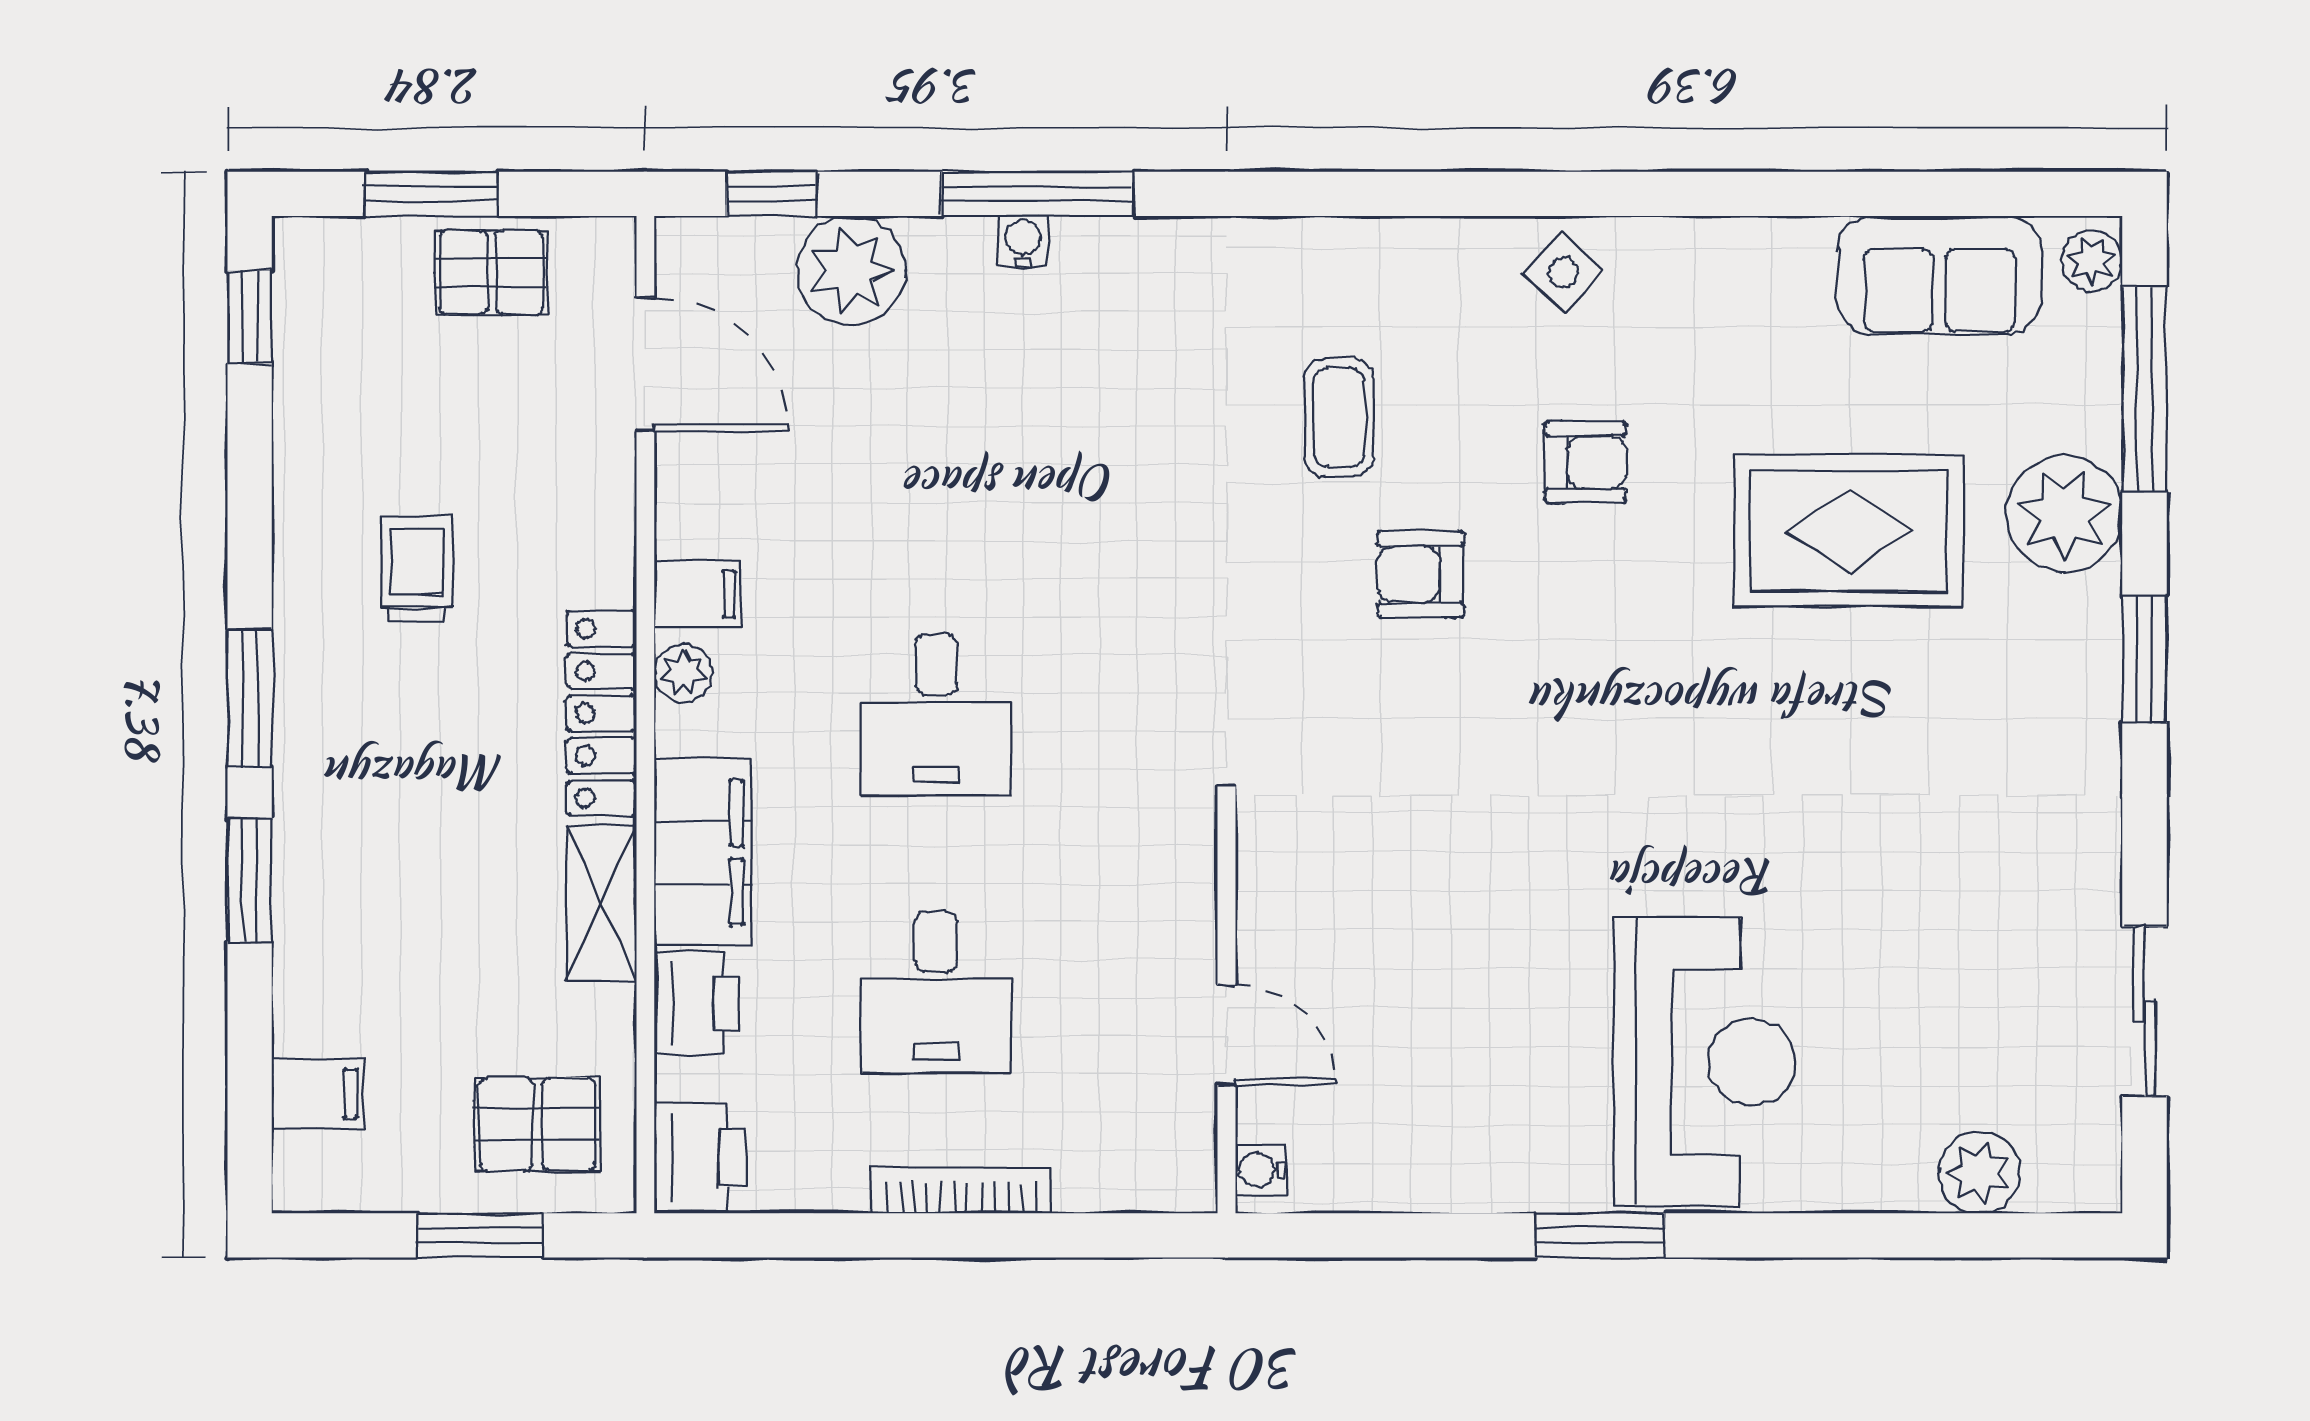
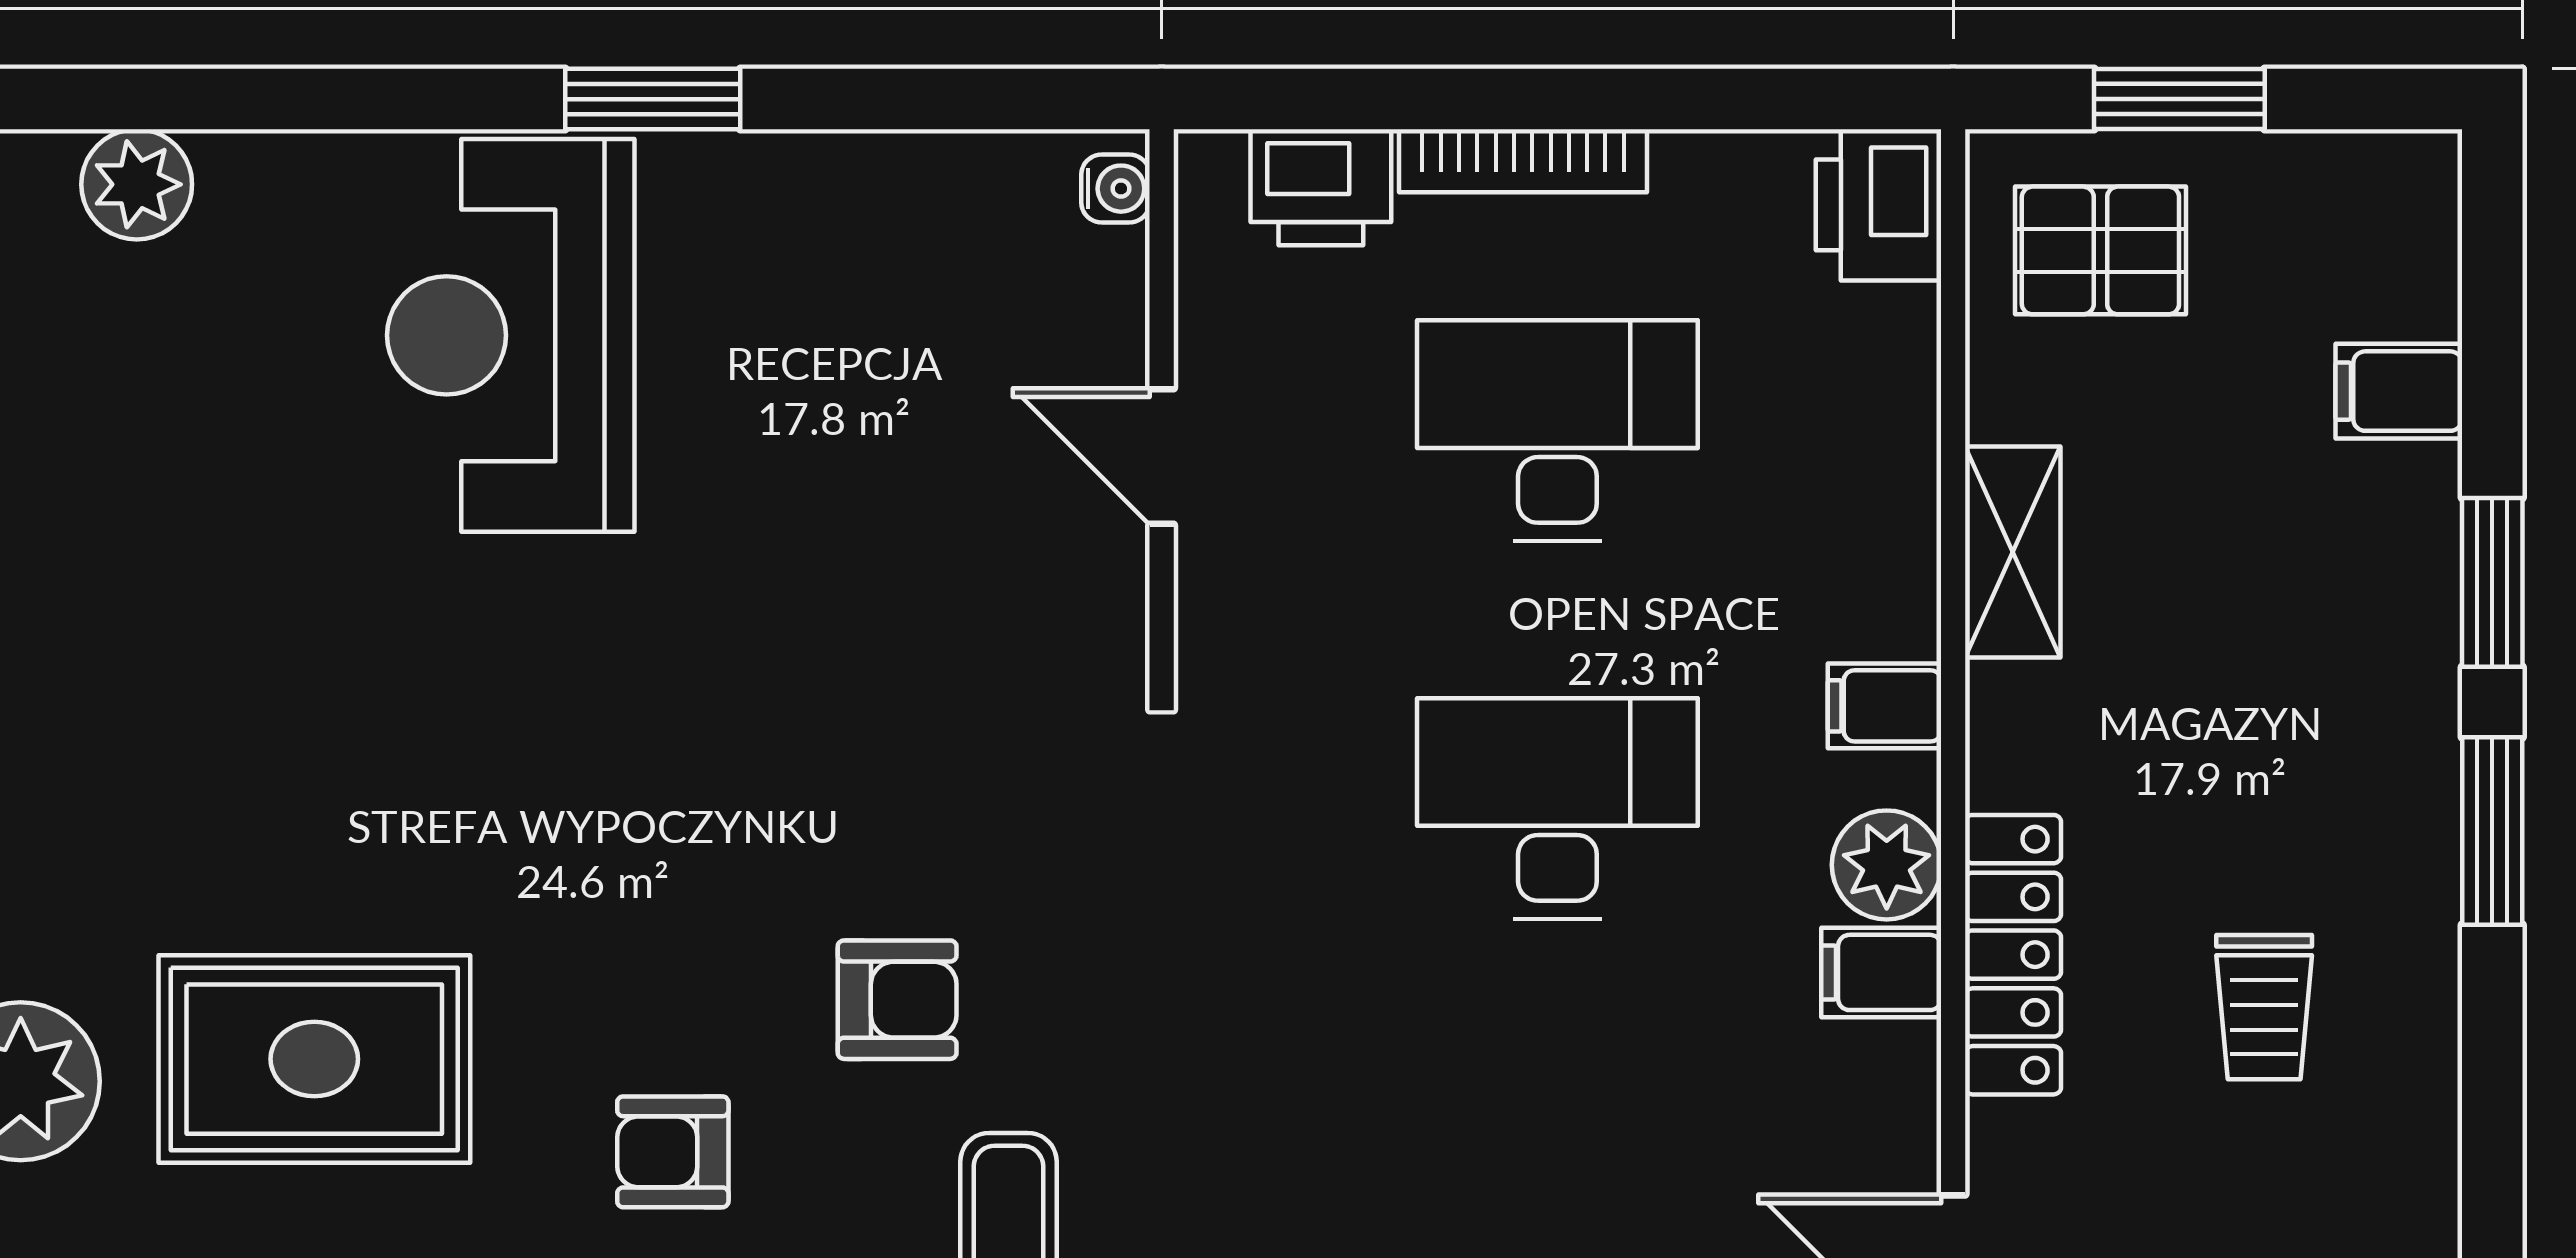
plant: (683, 673) -> (1887, 865), width x1.38, depth x1.38
locker: (601, 713) -> (2013, 955), moved
desk: (936, 715) -> (1557, 808), width x1.37
filing cabinet: (703, 852) -> (1885, 706), width x0.33, depth x0.86
desk: (936, 992) -> (1557, 430), width x1.37
printer: (697, 1003) -> (1321, 187), moved, turned -90
door: (1226, 1035) -> (1162, 457), moved
filing cabinet: (318, 1094) -> (2399, 391), moved

